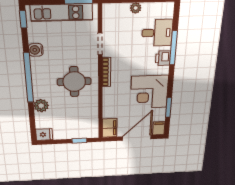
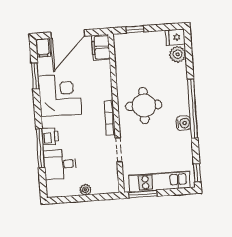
water cooler: (36, 50) -> (184, 123), moved
plant: (41, 106) -> (178, 54), moved

